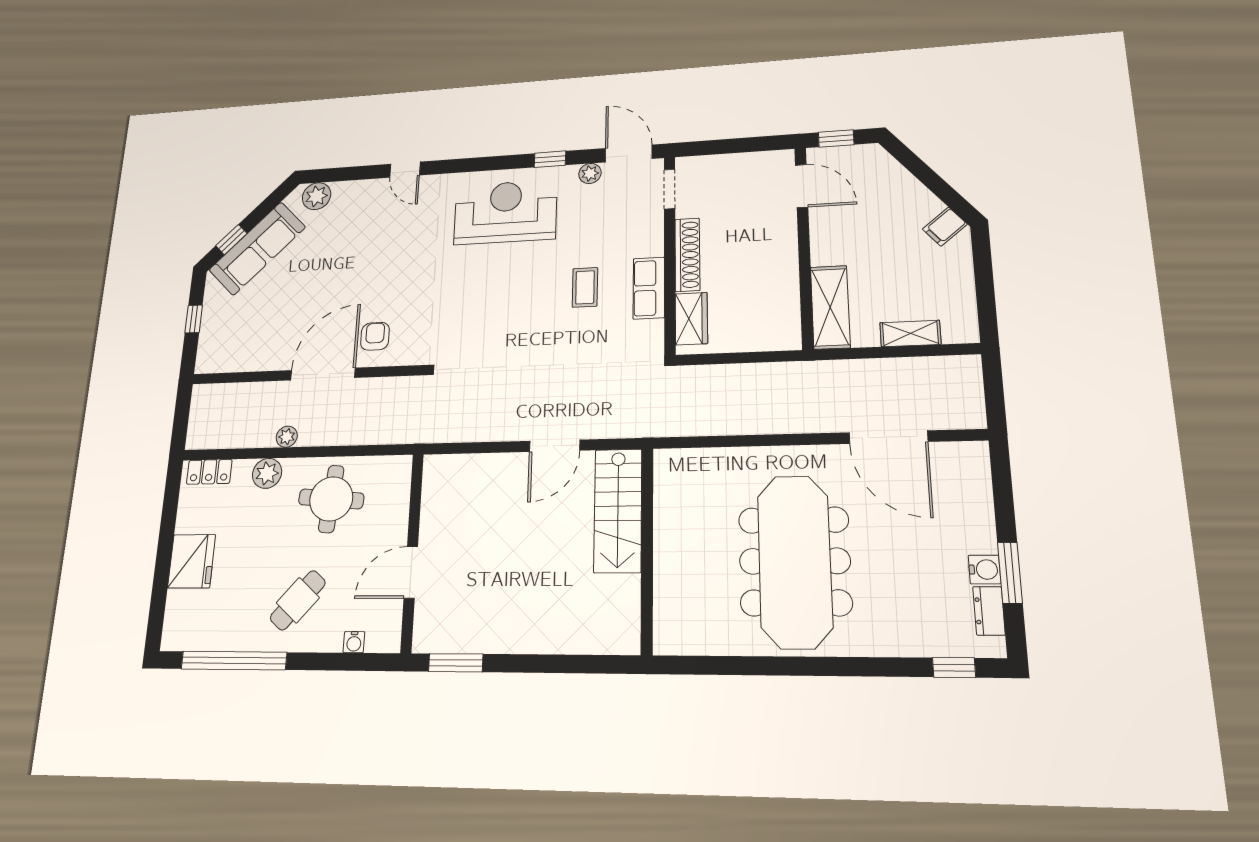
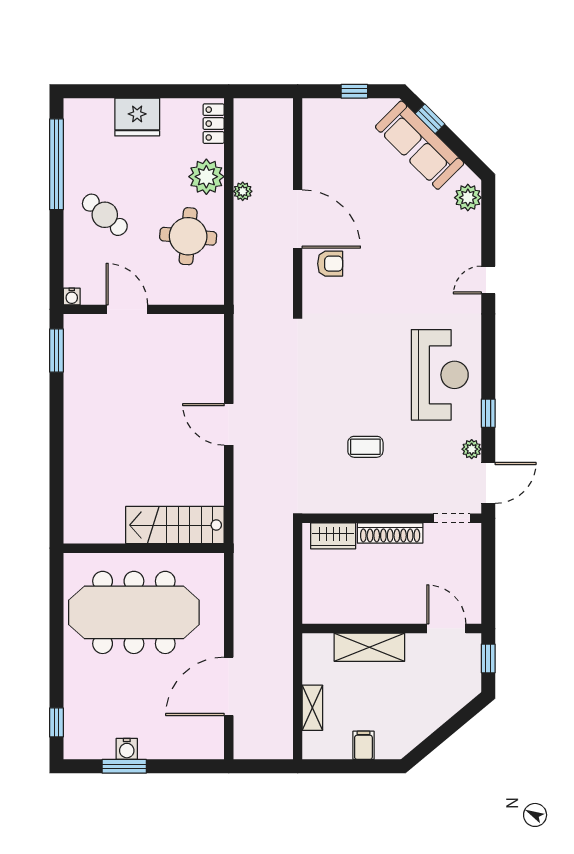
door: (802, 186) -> (446, 629), swing flipped
filing cabinet: (945, 227) -> (363, 745), moved, turned 40
row of seats: (649, 288) -> (362, 501), removed
shelving: (830, 307) -> (369, 647), moved
plant: (267, 473) -> (206, 177), width x1.36, depth x1.36
stairs: (618, 510) -> (175, 525), moved
wall: (647, 549) -> (144, 548), moved
dresser: (989, 611) -> (97, 750), removed
water cooler: (354, 642) -> (72, 296), moved, turned -90

